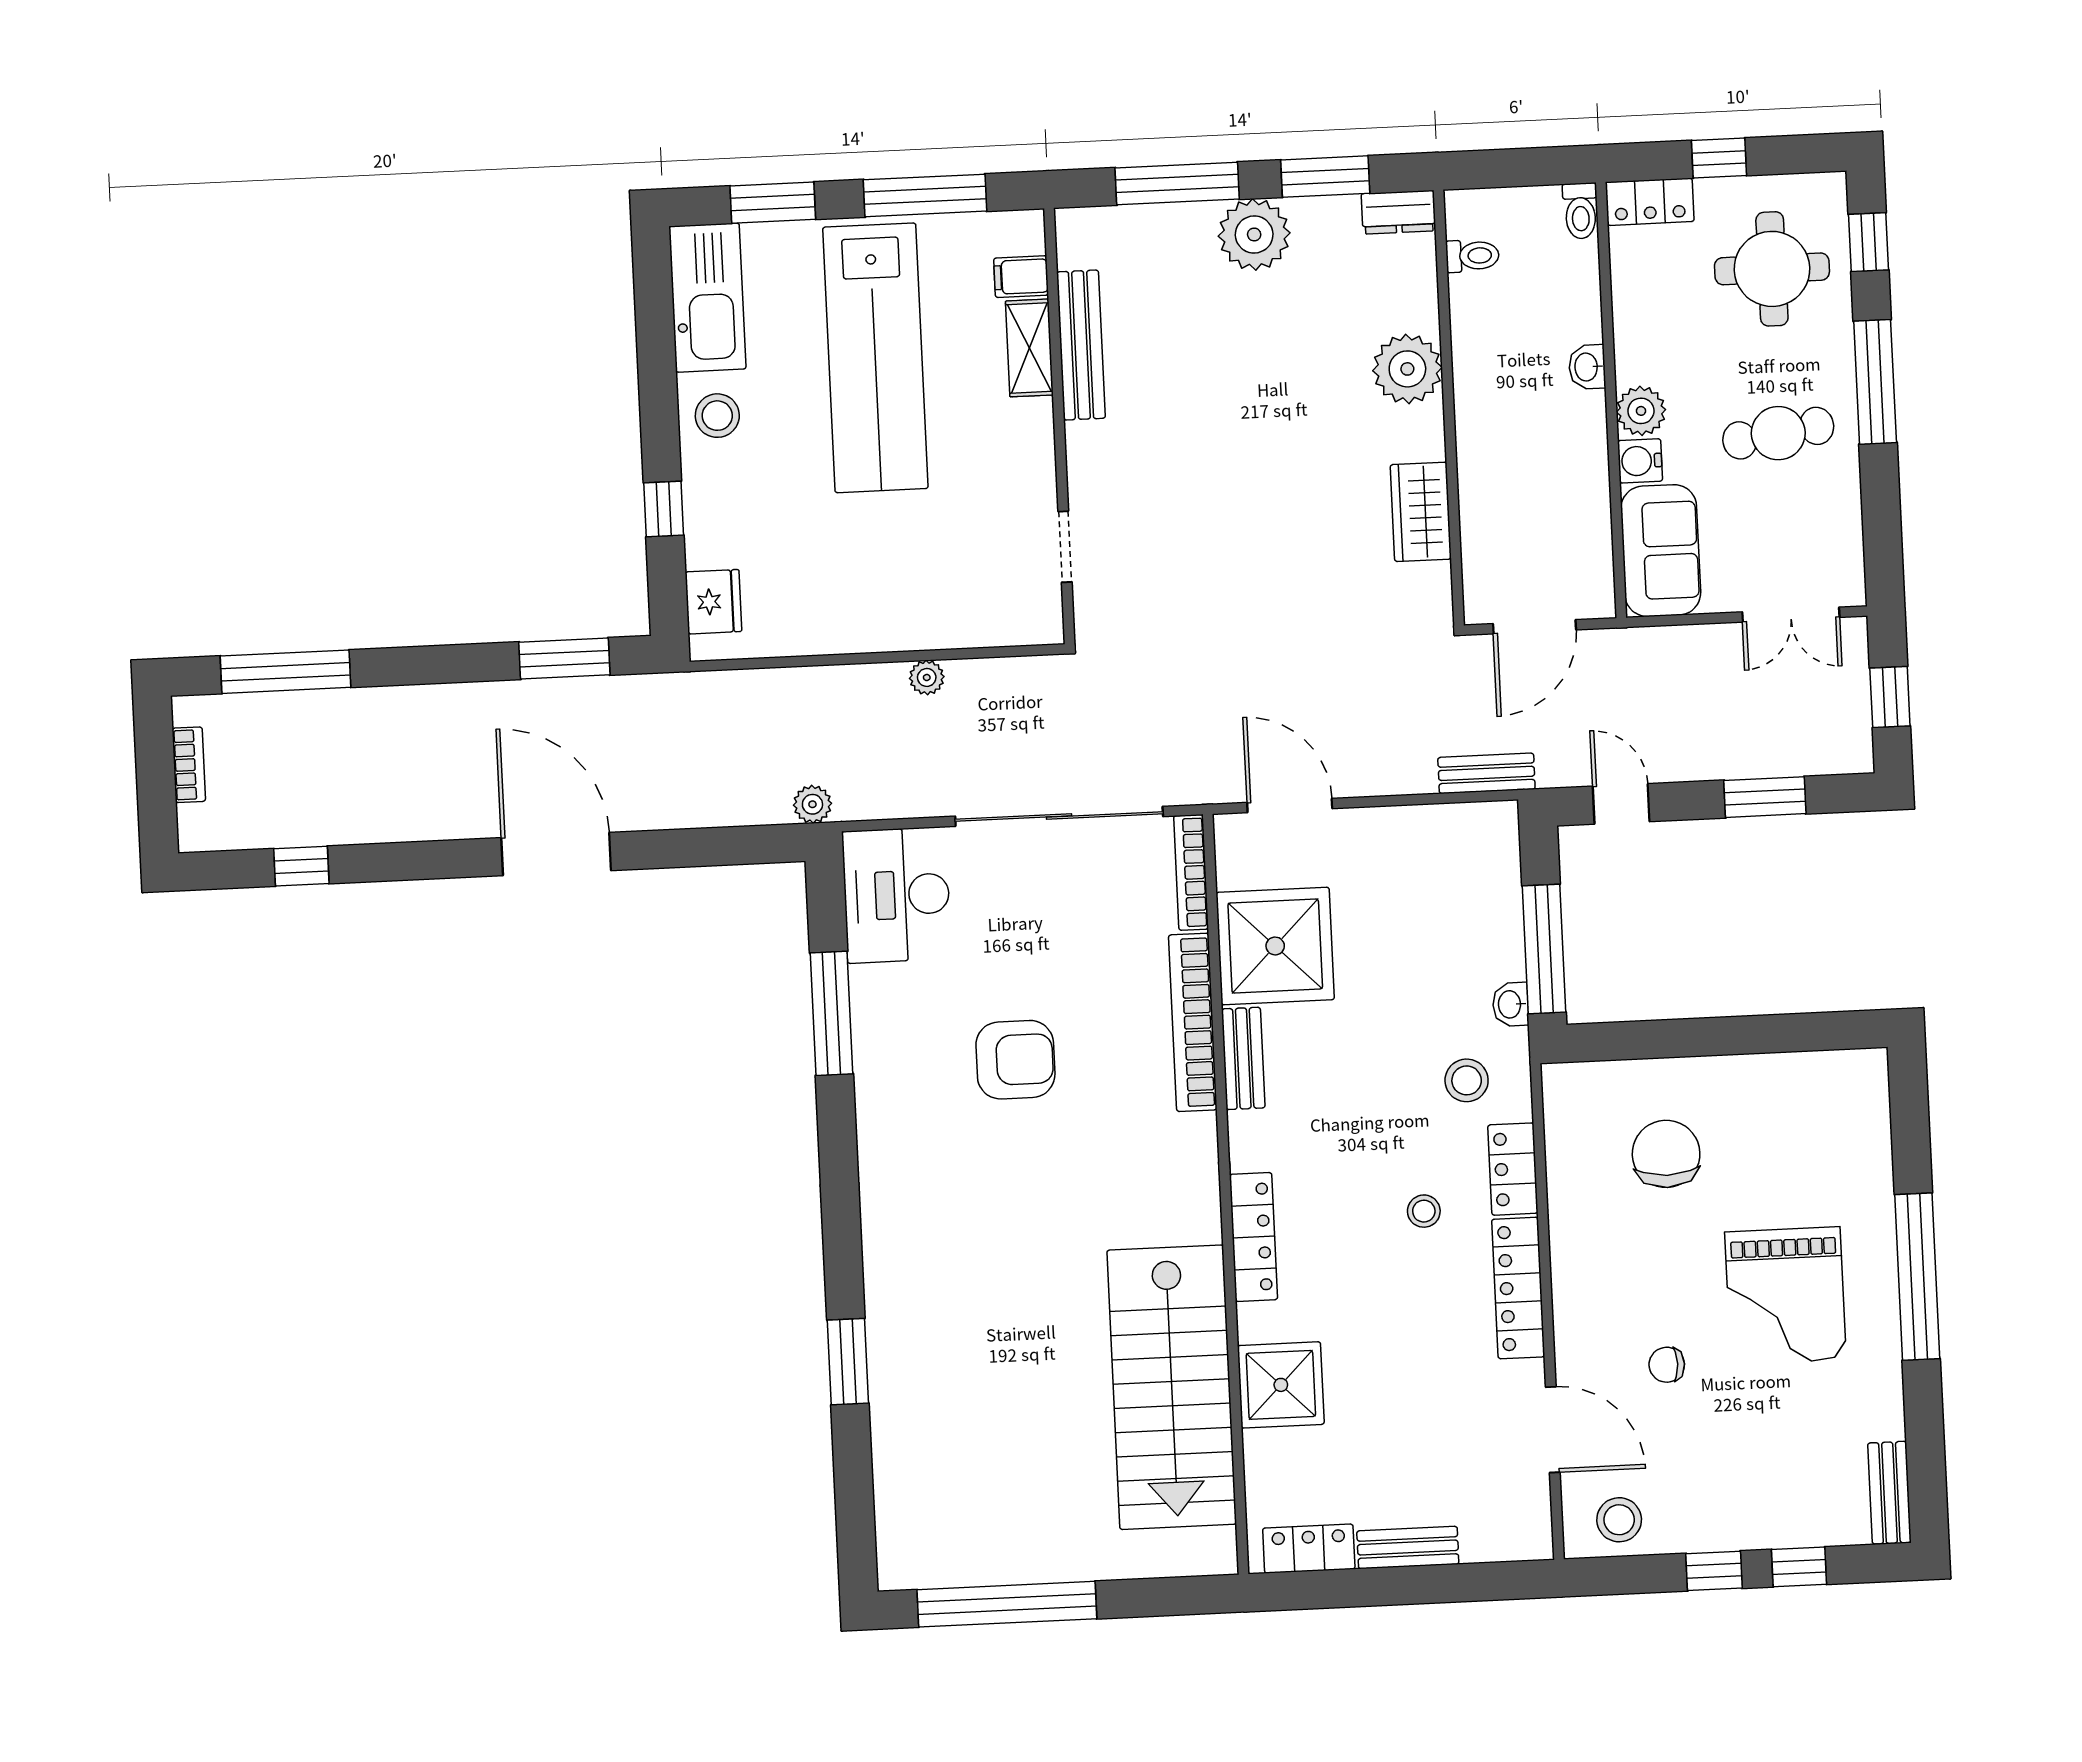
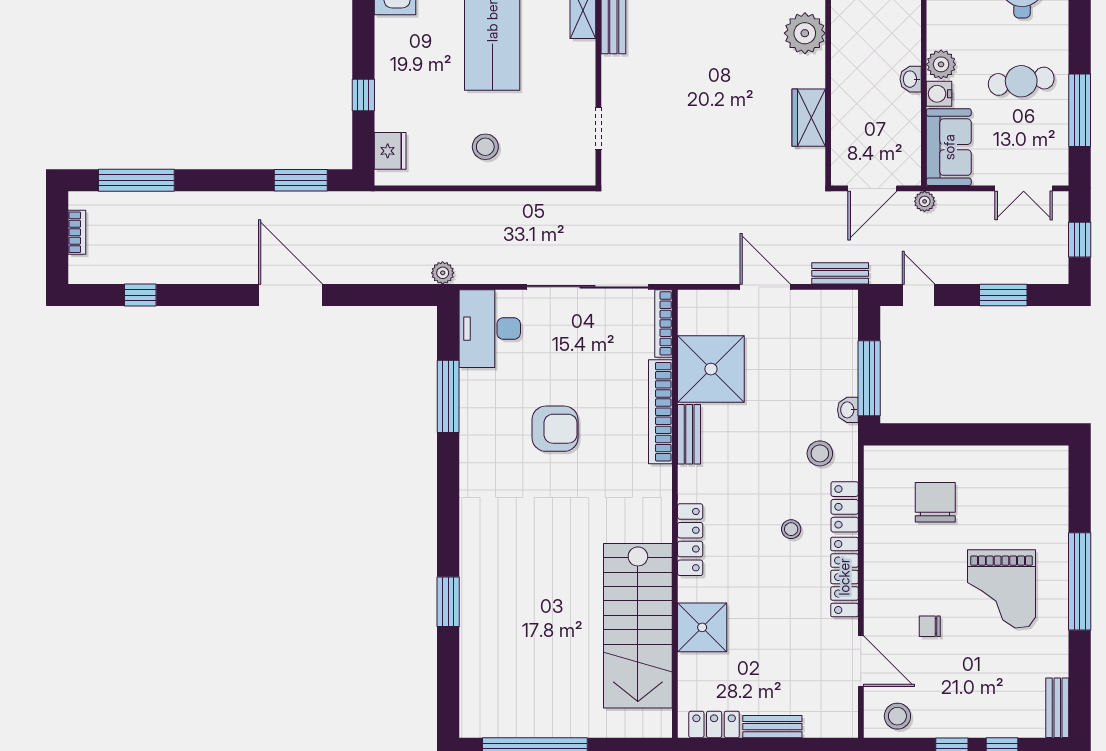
washbasin: (1587, 367) -> (911, 79), moved
window: (1875, 382) -> (1080, 110), moved
stool: (717, 416) -> (485, 147), moved
plant: (927, 677) -> (925, 201), moved
door: (1290, 806) -> (765, 287), moved

